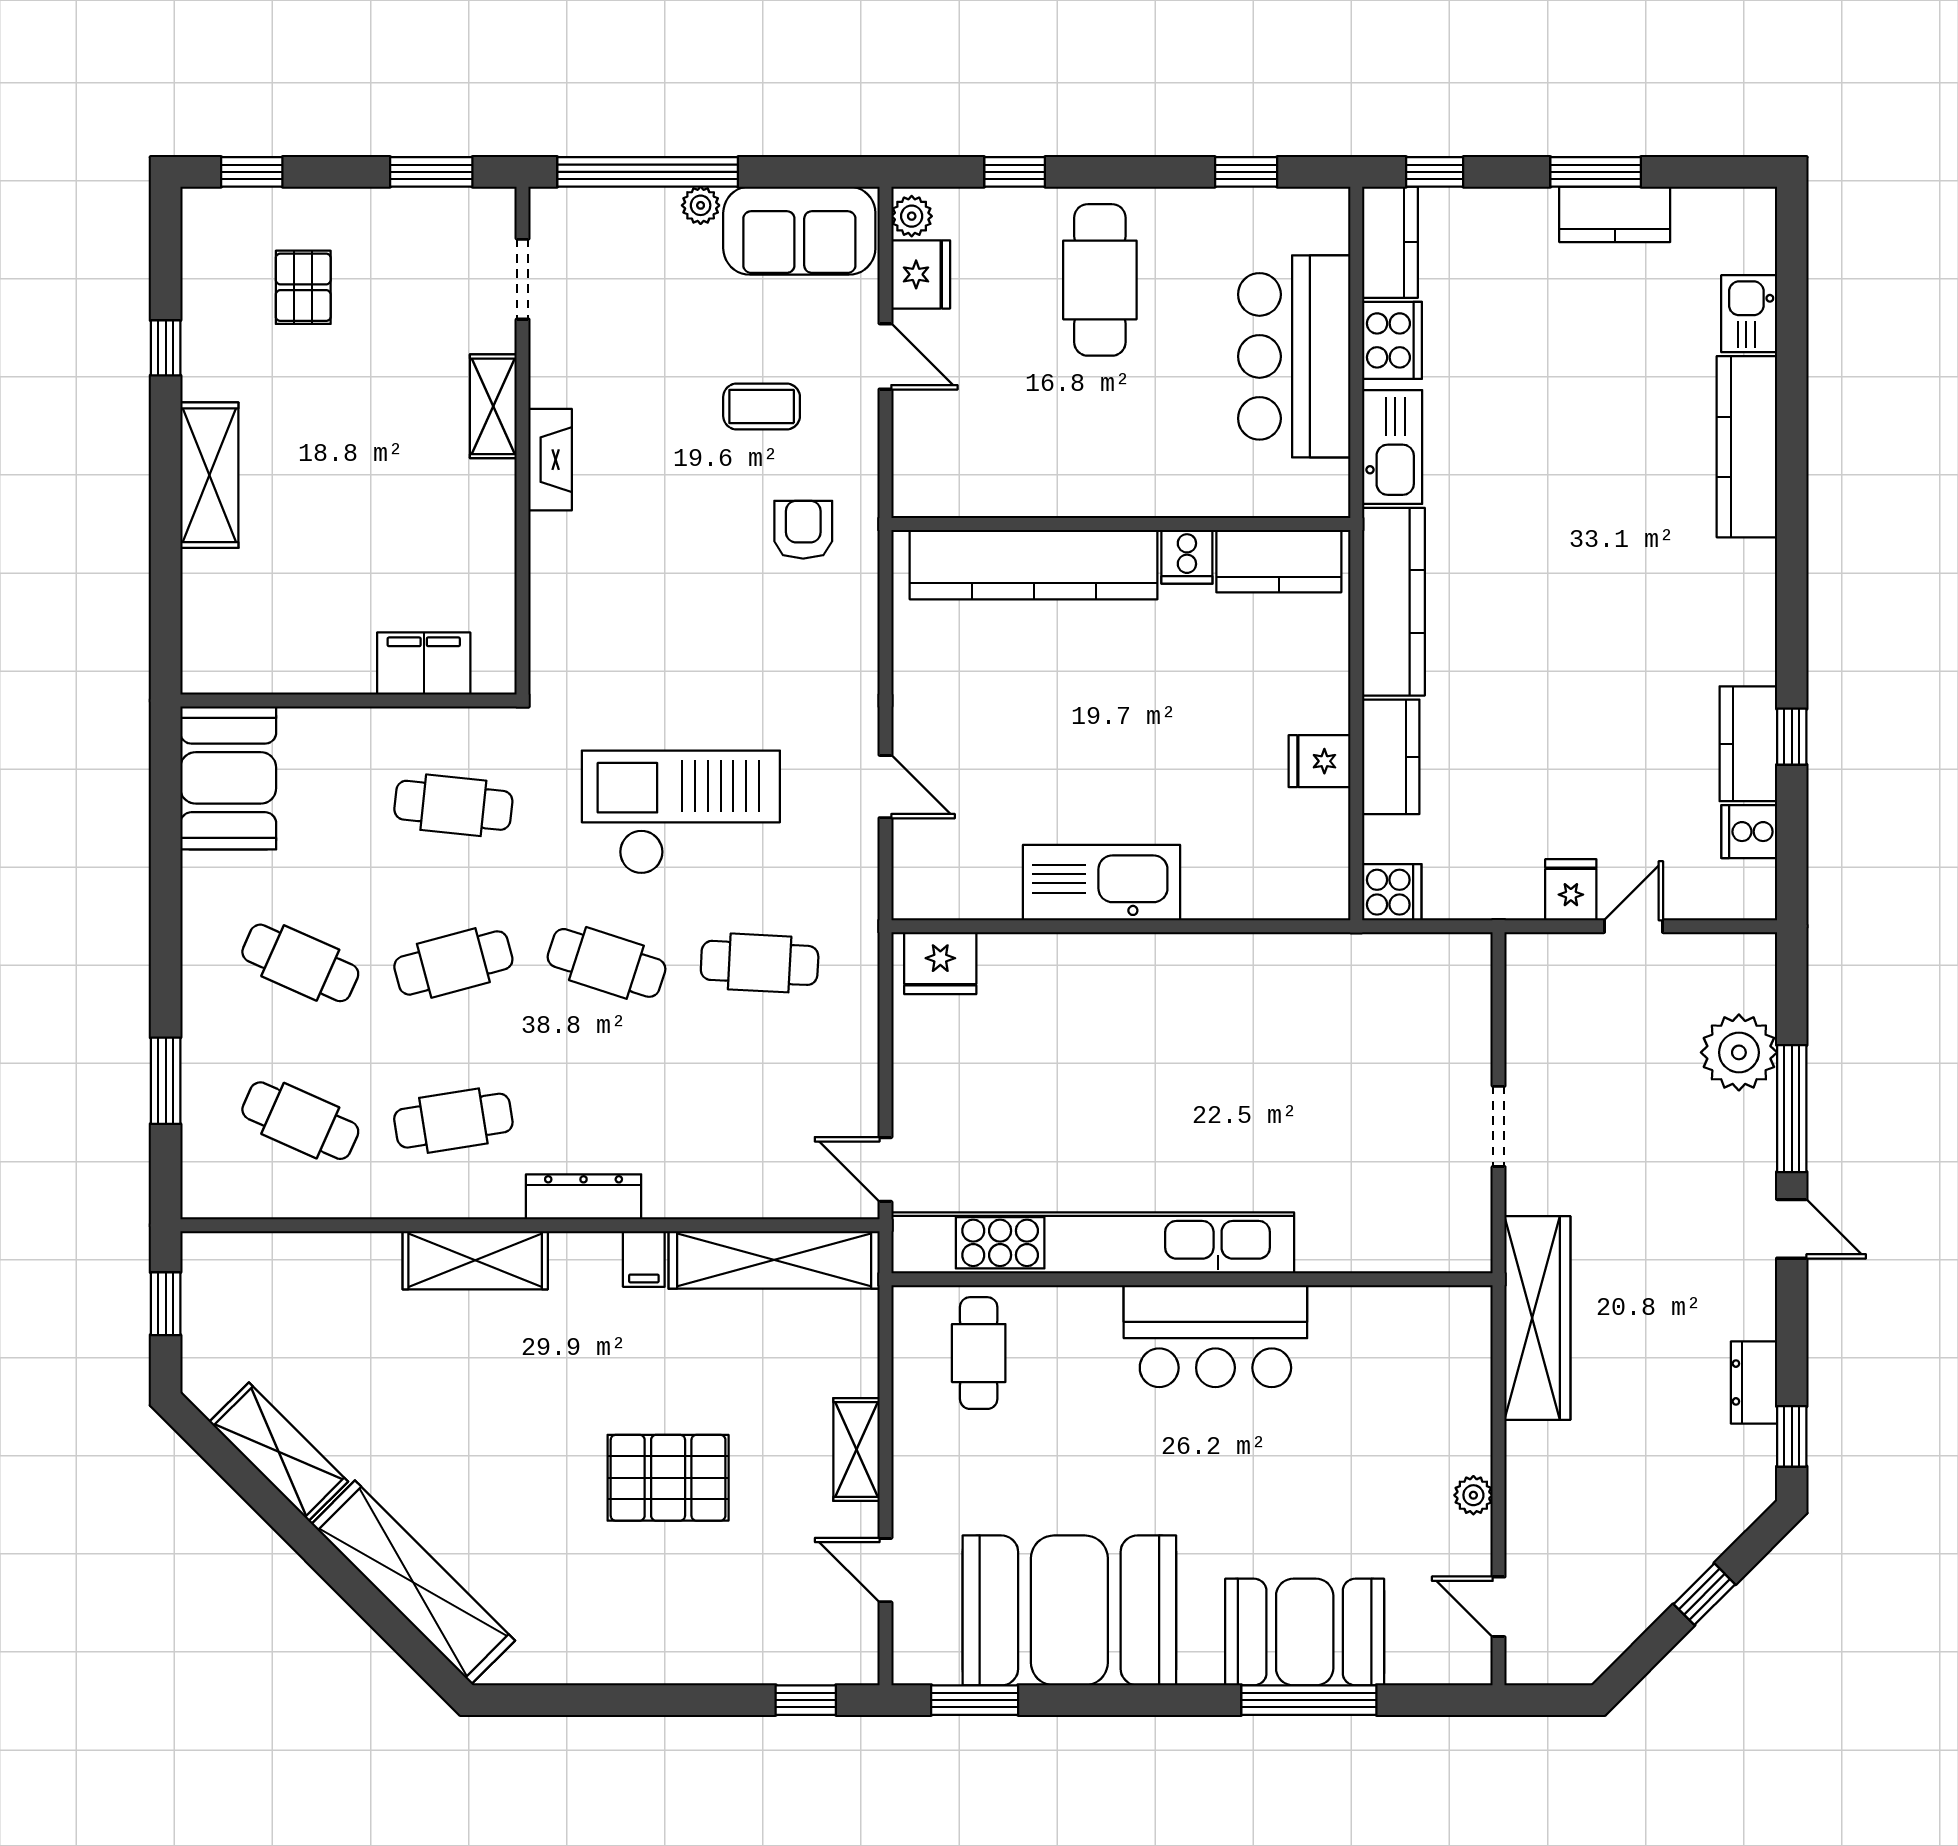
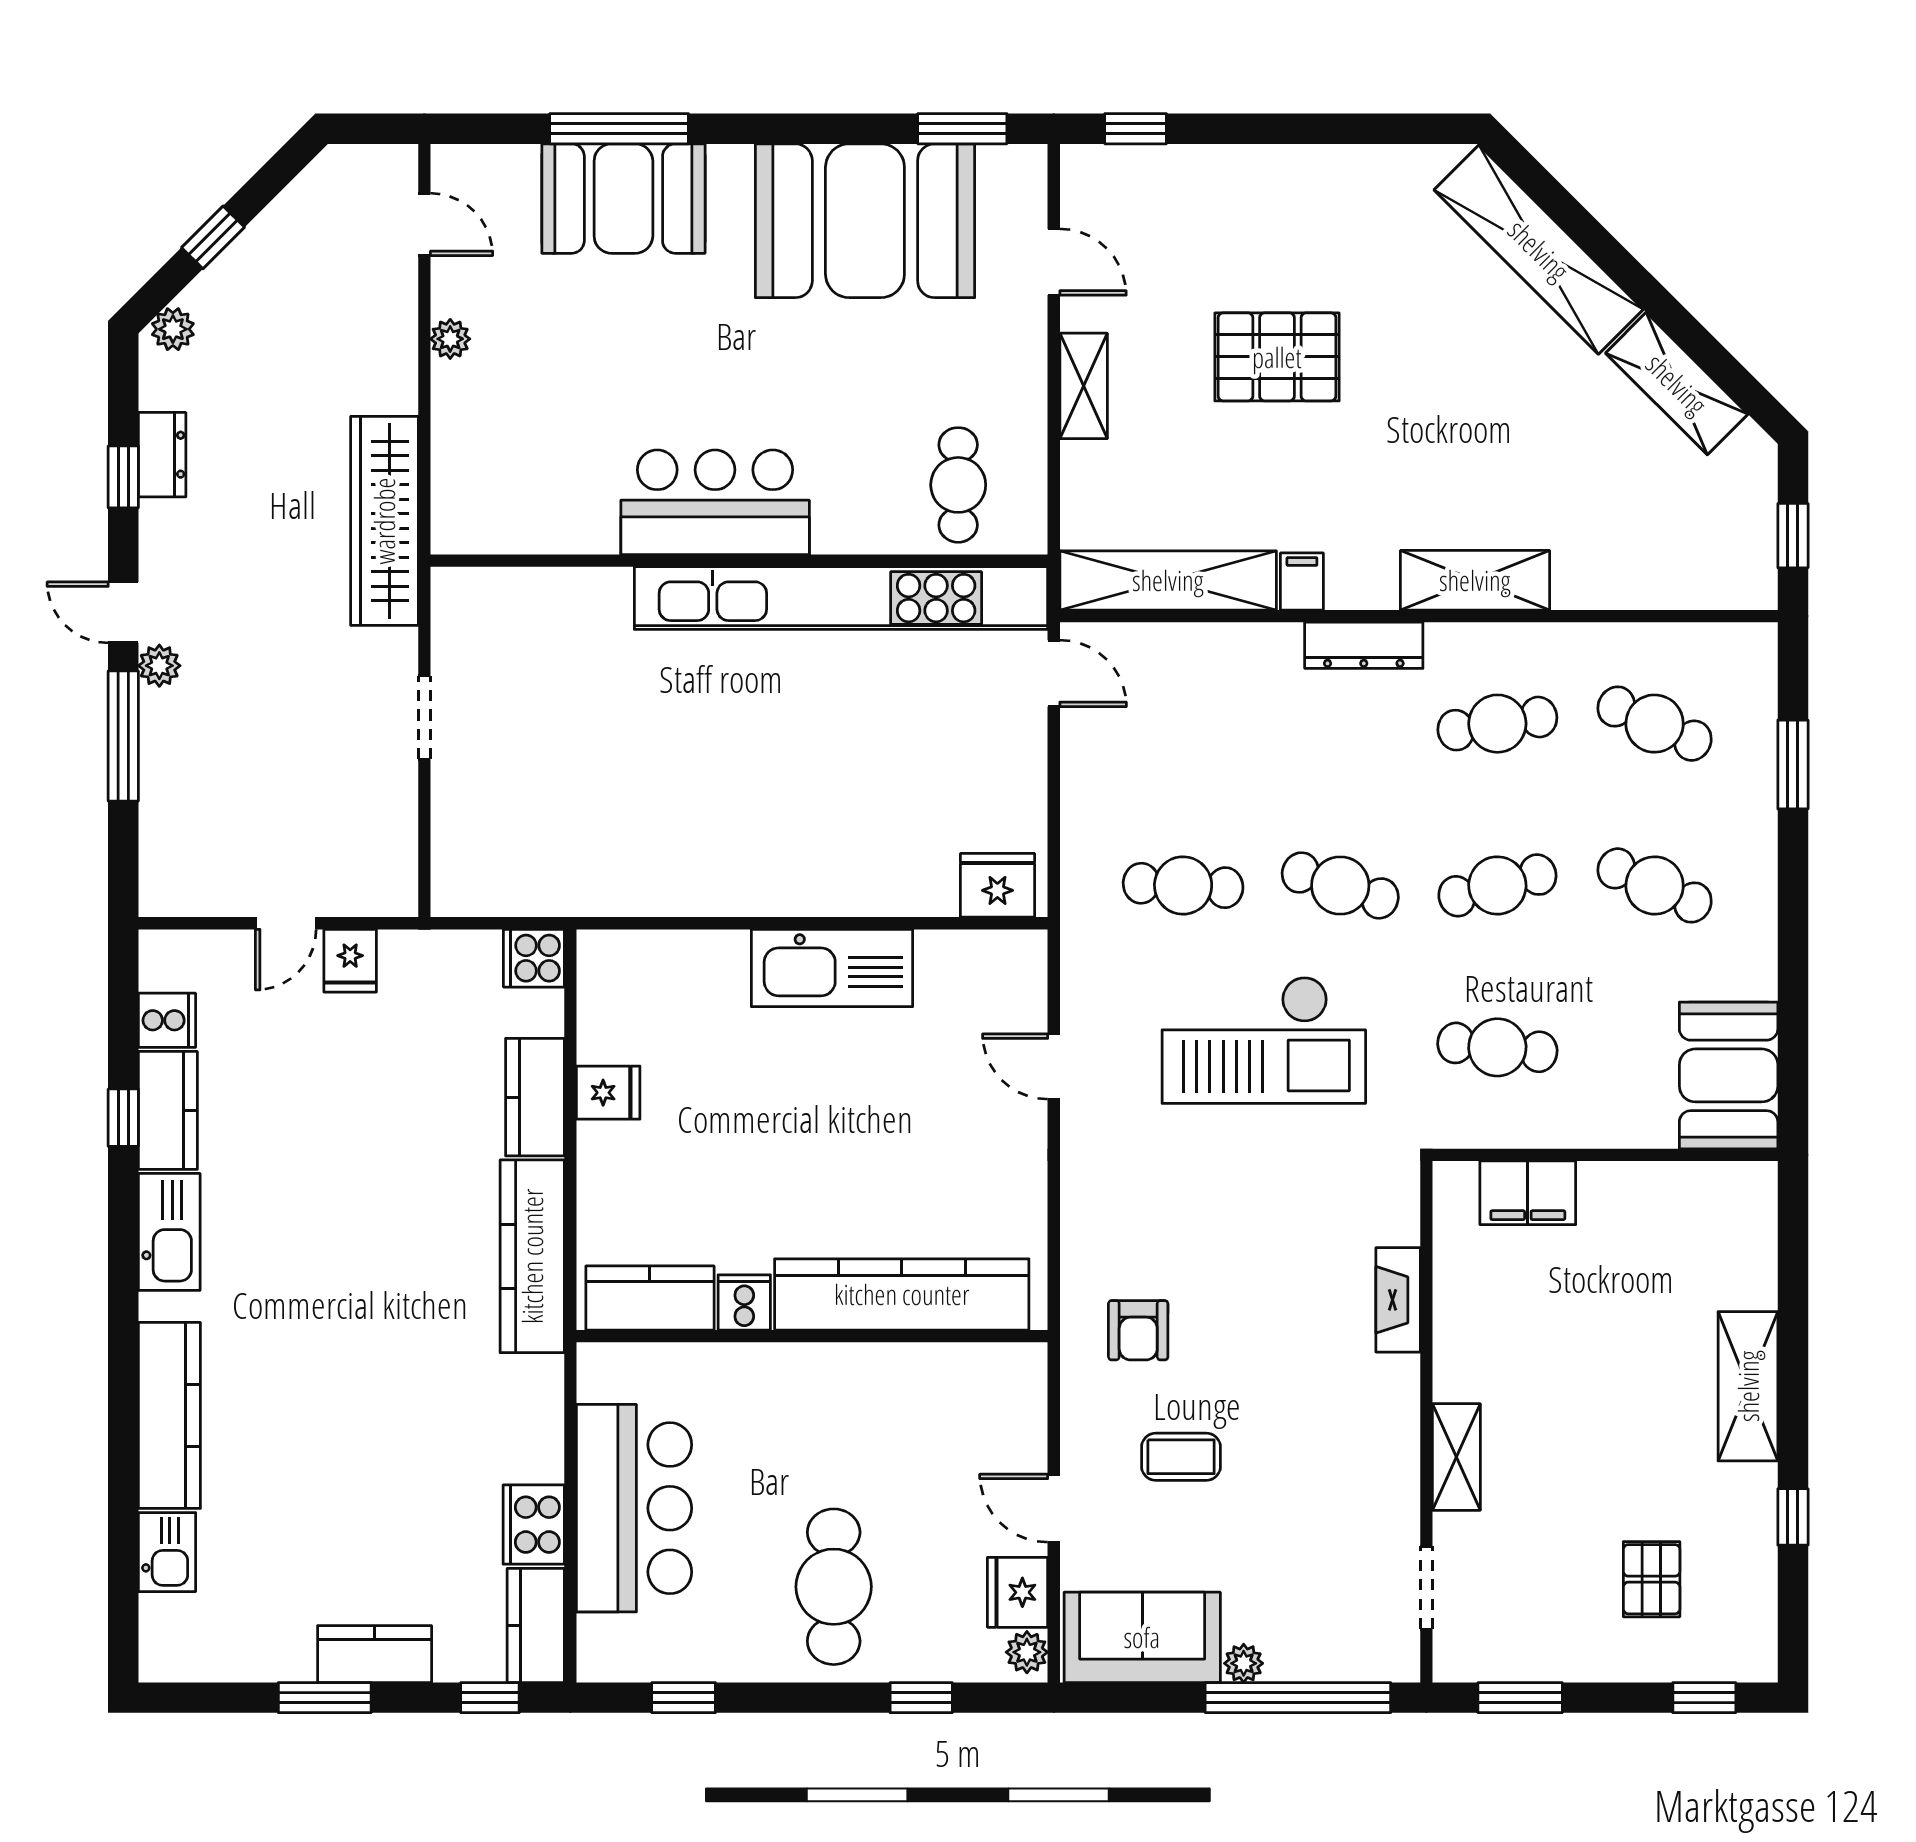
kitchen counter: (1615, 214) -> (375, 1654), moved
kitchen sink: (1392, 447) -> (169, 1232), moved, turned 180
fireplace: (550, 460) -> (1398, 1300), moved
plant: (1739, 1052) -> (159, 666), moved, width x0.53, depth x0.53
window: (1792, 1436) -> (123, 477), moved
plant: (1743, 1505) -> (173, 329), added

